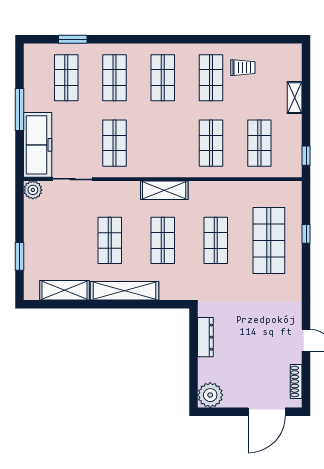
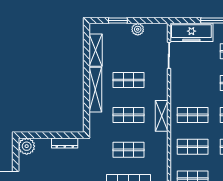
shop shelf: (115, 143) -> (193, 115), moved
plant: (33, 190) -> (138, 29), moved

